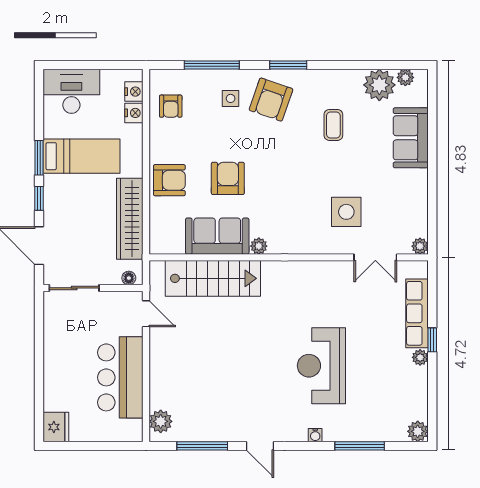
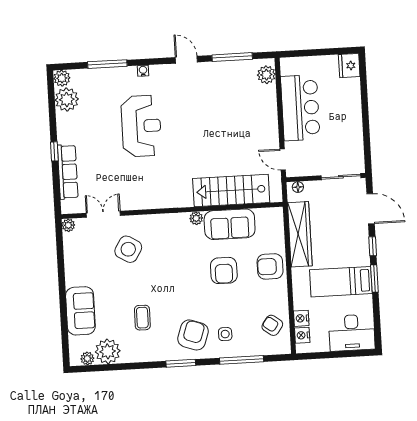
armchair: (171, 106) -> (272, 325), turned -54
side table: (346, 212) -> (128, 249), turned 31
plant: (420, 357) -> (67, 99), moved, width x1.88, depth x1.88

